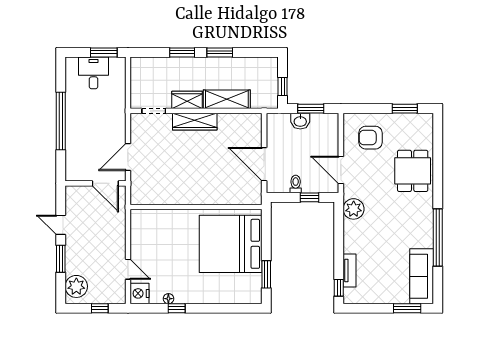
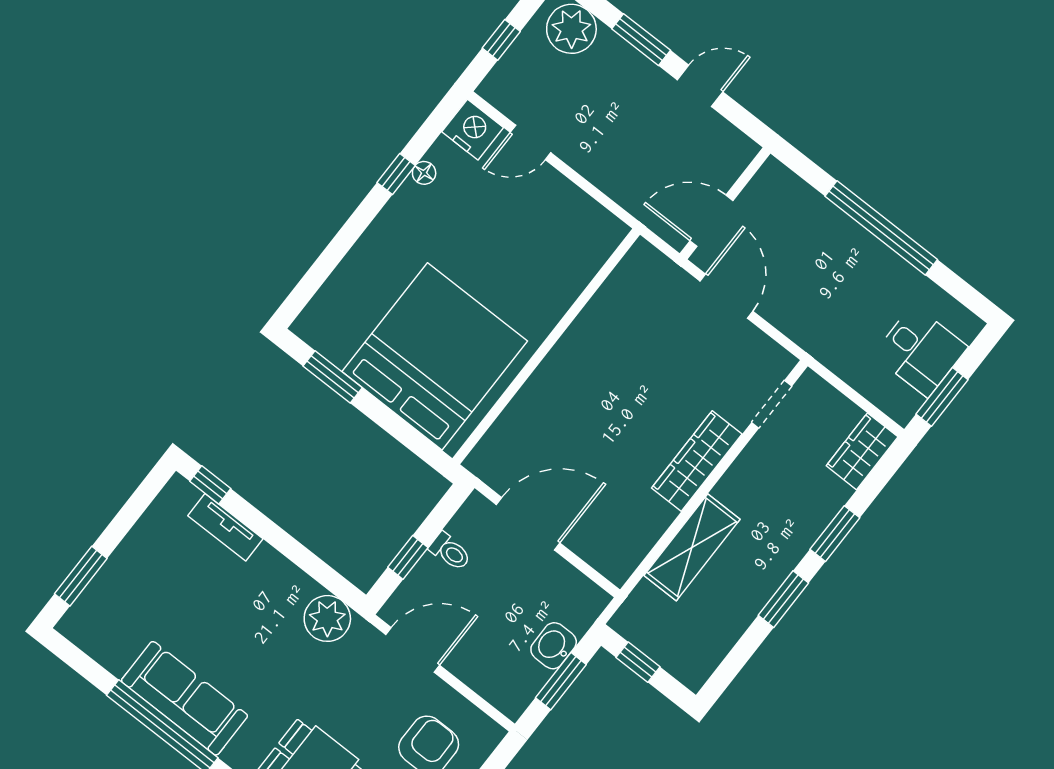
wardrobe: (187, 100) -> (862, 451), moved, turned 180
sofa: (422, 276) -> (184, 698), moved

